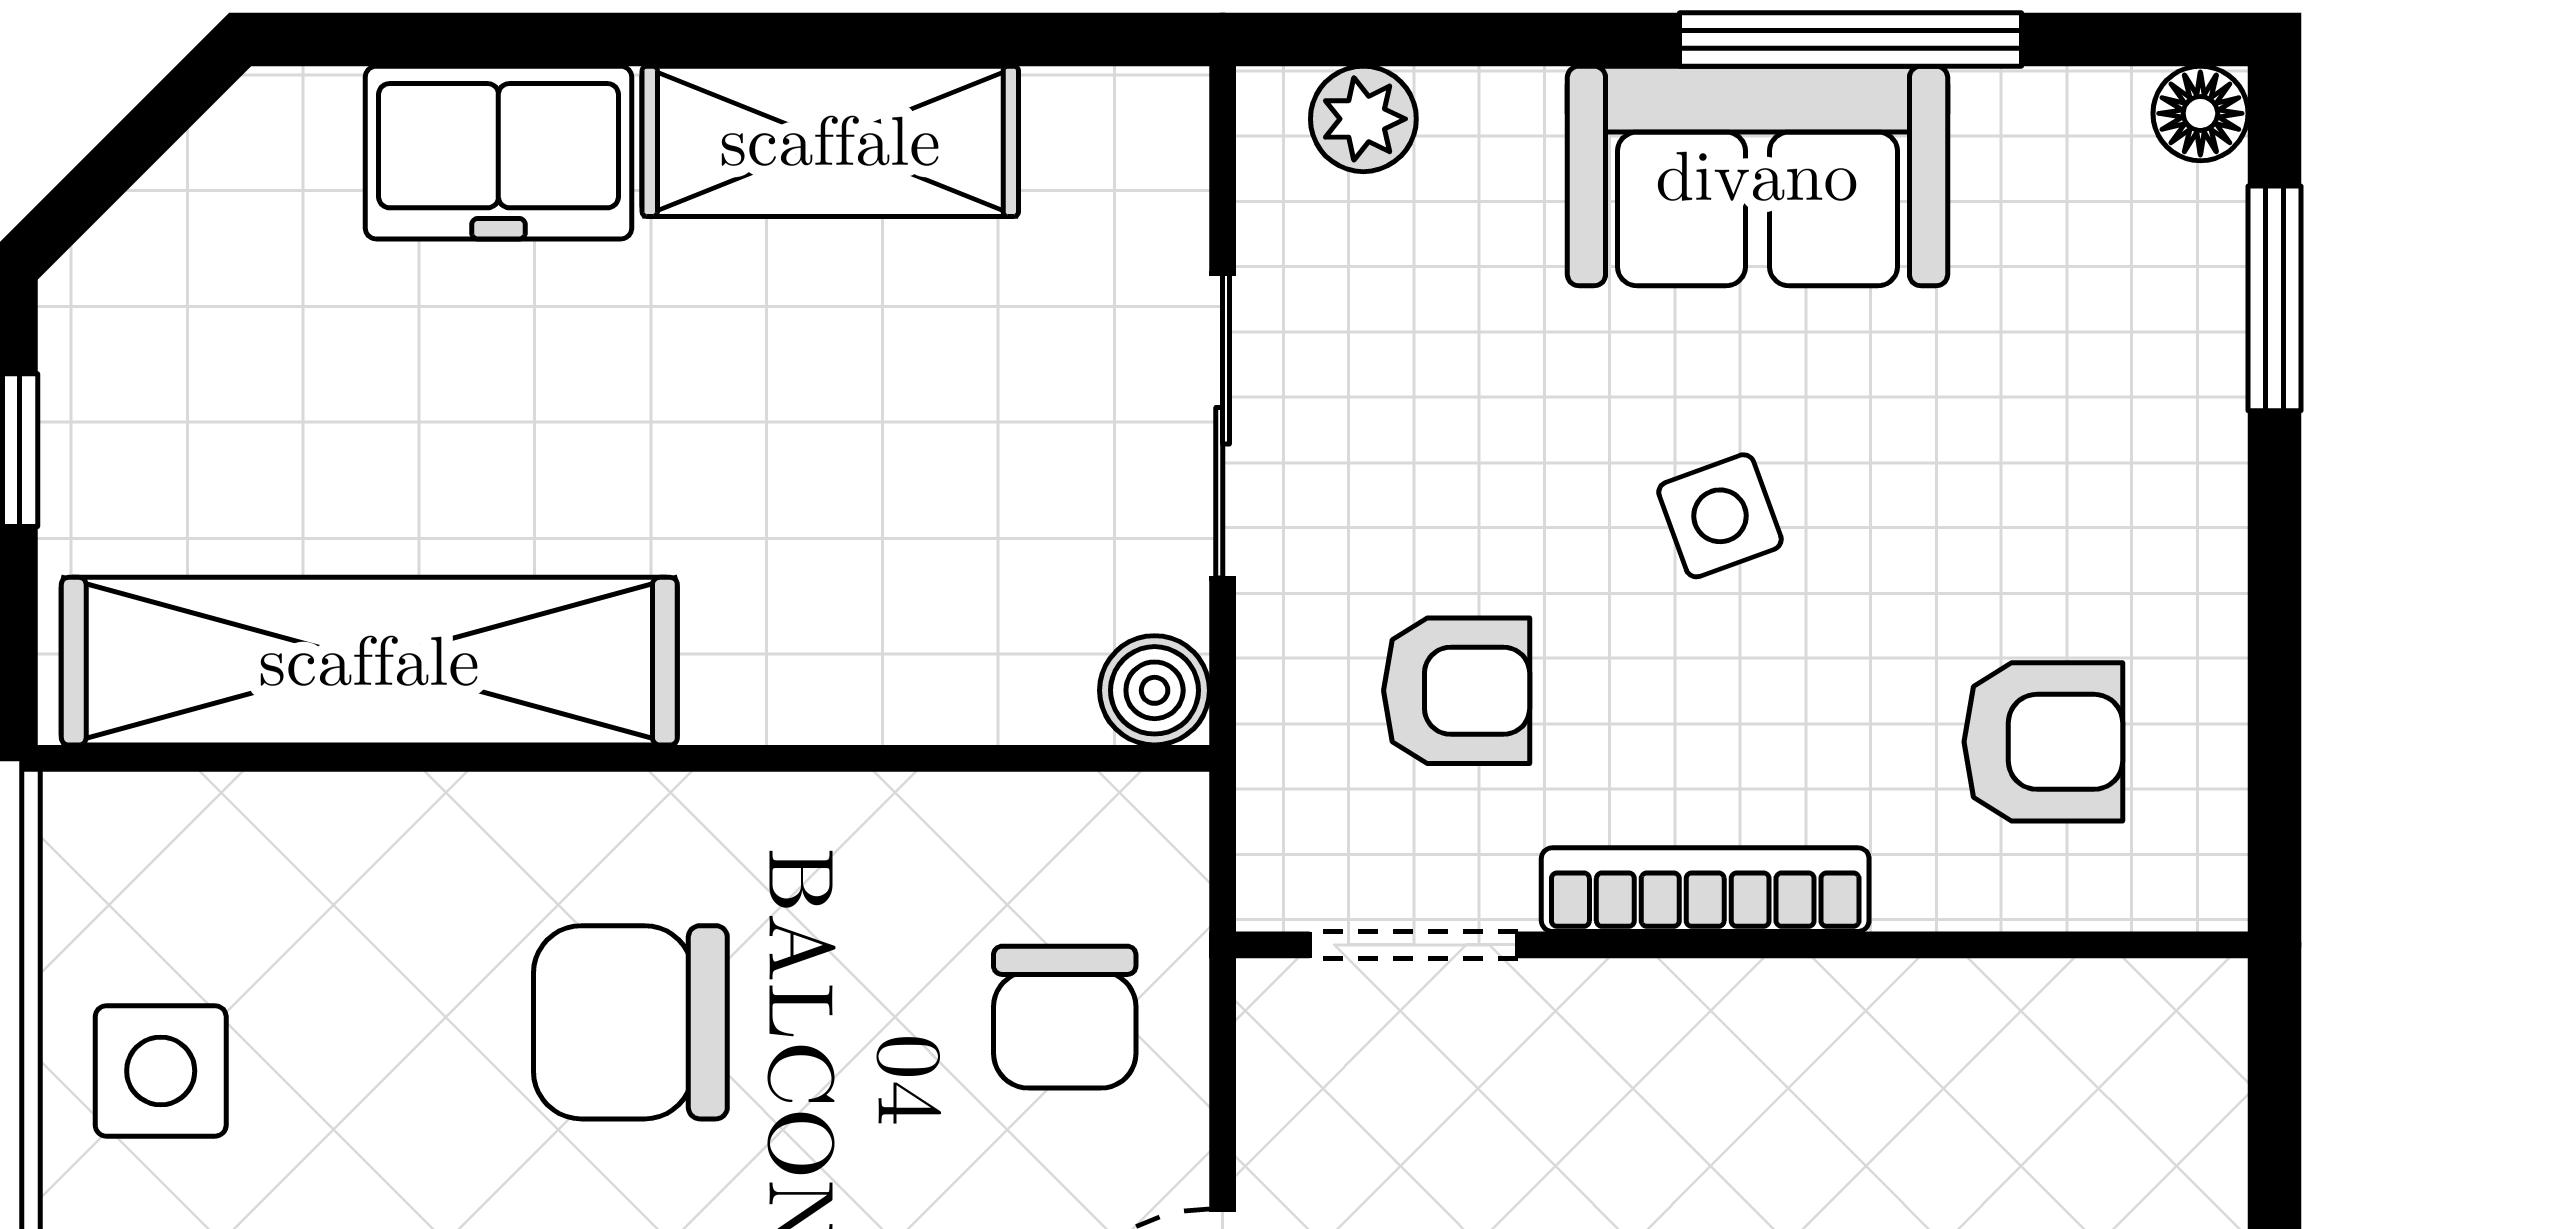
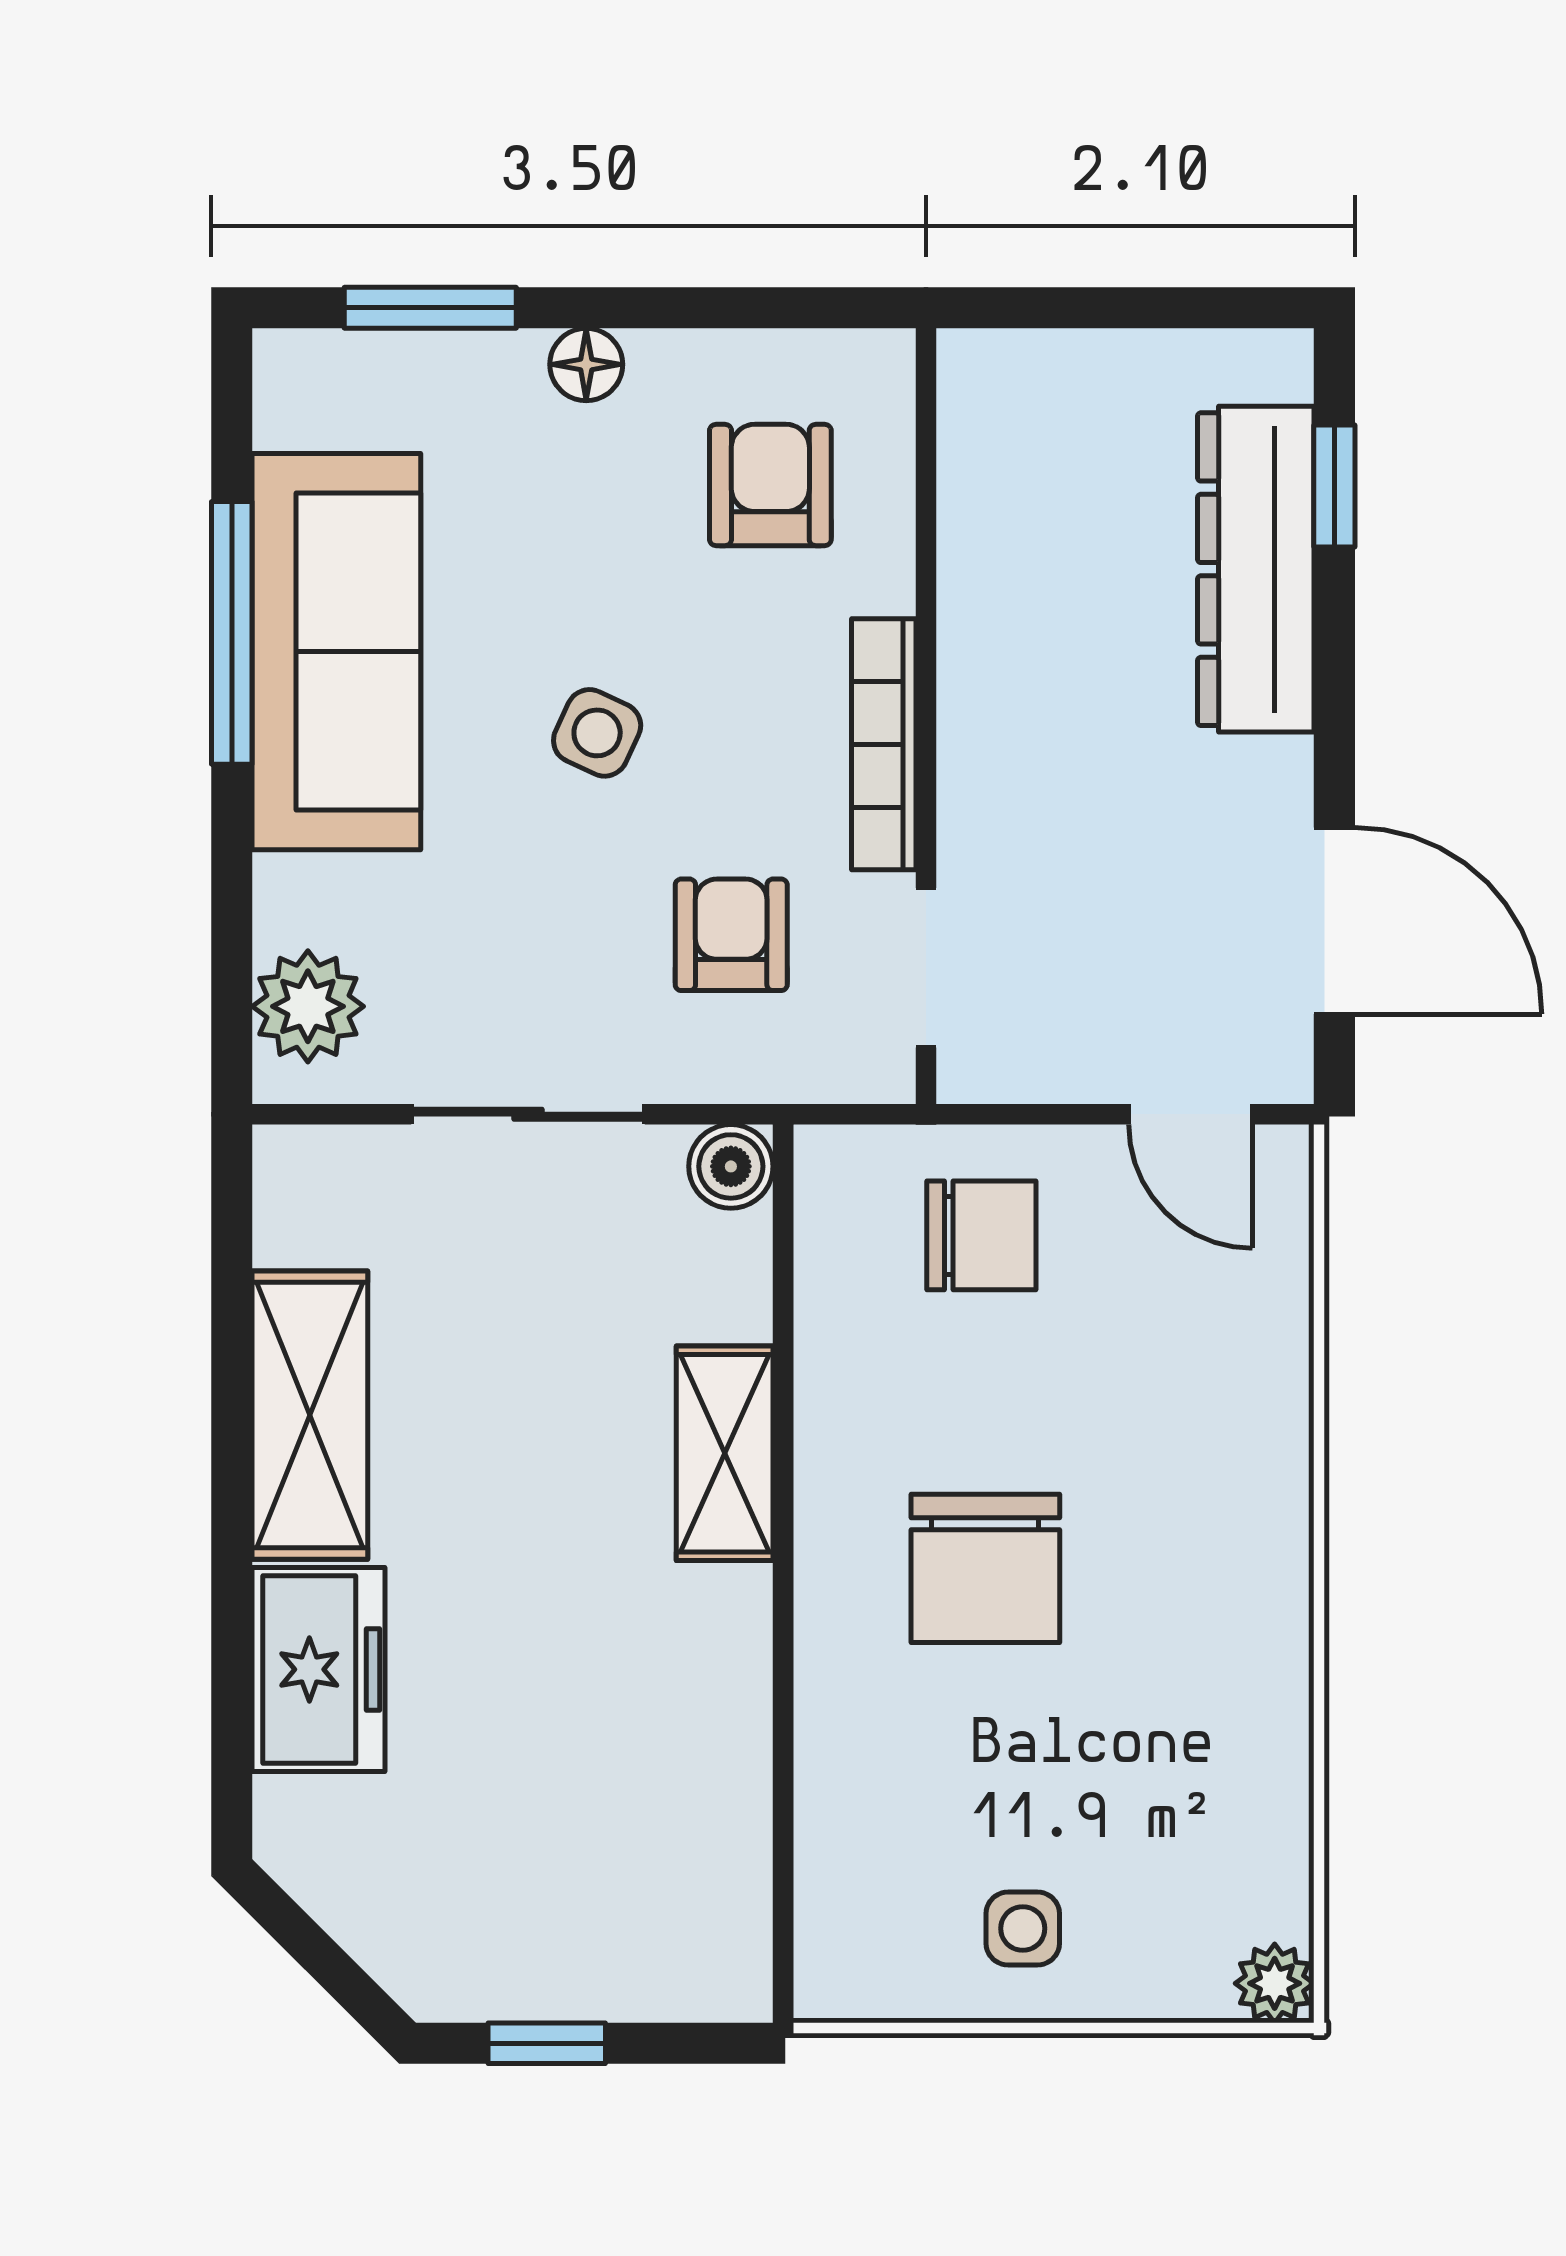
floor lamp: (2200, 113) -> (586, 364), moved
plant: (1363, 119) -> (308, 1006), width x1.38, depth x1.38
sofa: (1757, 176) -> (336, 652), width x1.36
side table: (1720, 516) -> (597, 733), turned 45
shelving: (369, 661) -> (725, 1453), moved, width x0.45, depth x0.75
side table: (161, 1071) -> (1023, 1928), width x0.73, depth x0.73

